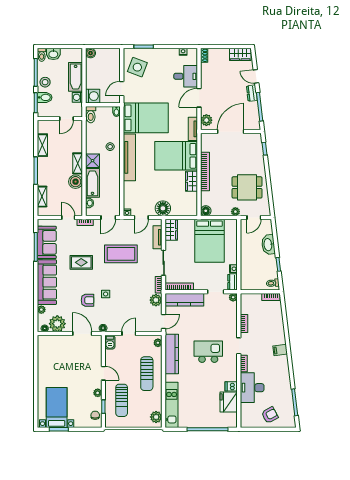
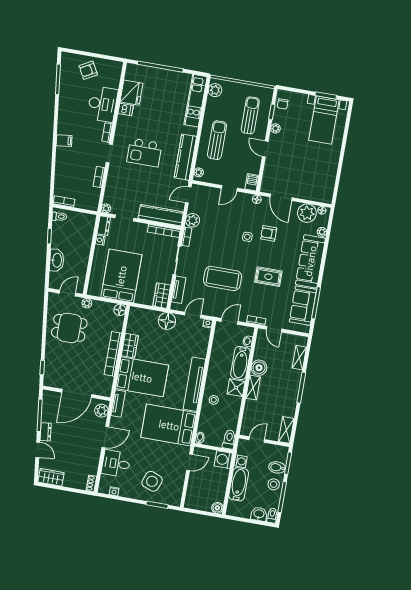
side table: (137, 67) -> (152, 481), moved
shelving: (42, 145) -> (286, 430), moved

